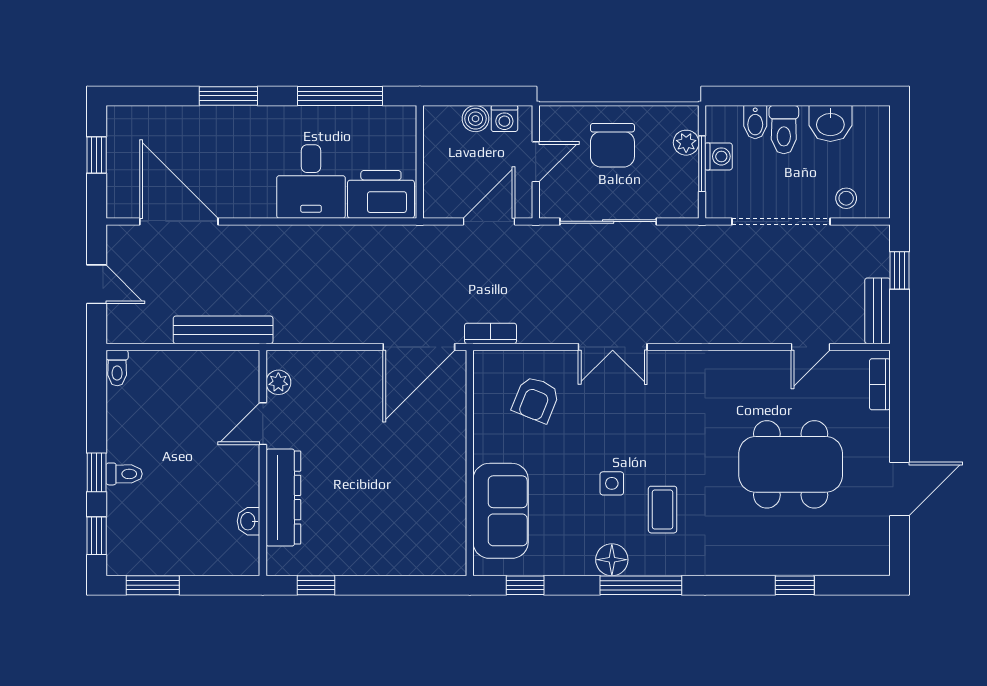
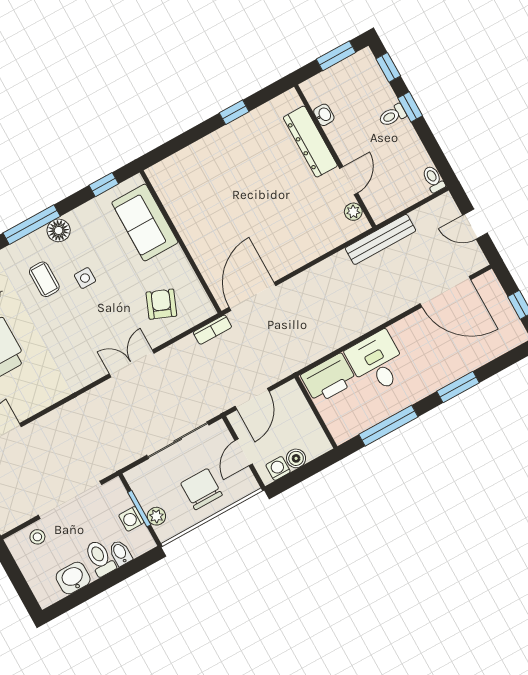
plant: (278, 382) -> (353, 212), moved
door: (263, 424) -> (349, 181), moved
wall: (263, 463) -> (335, 156), moved
dresser: (283, 498) -> (310, 142), moved
washbasin: (249, 521) -> (324, 115), moved

